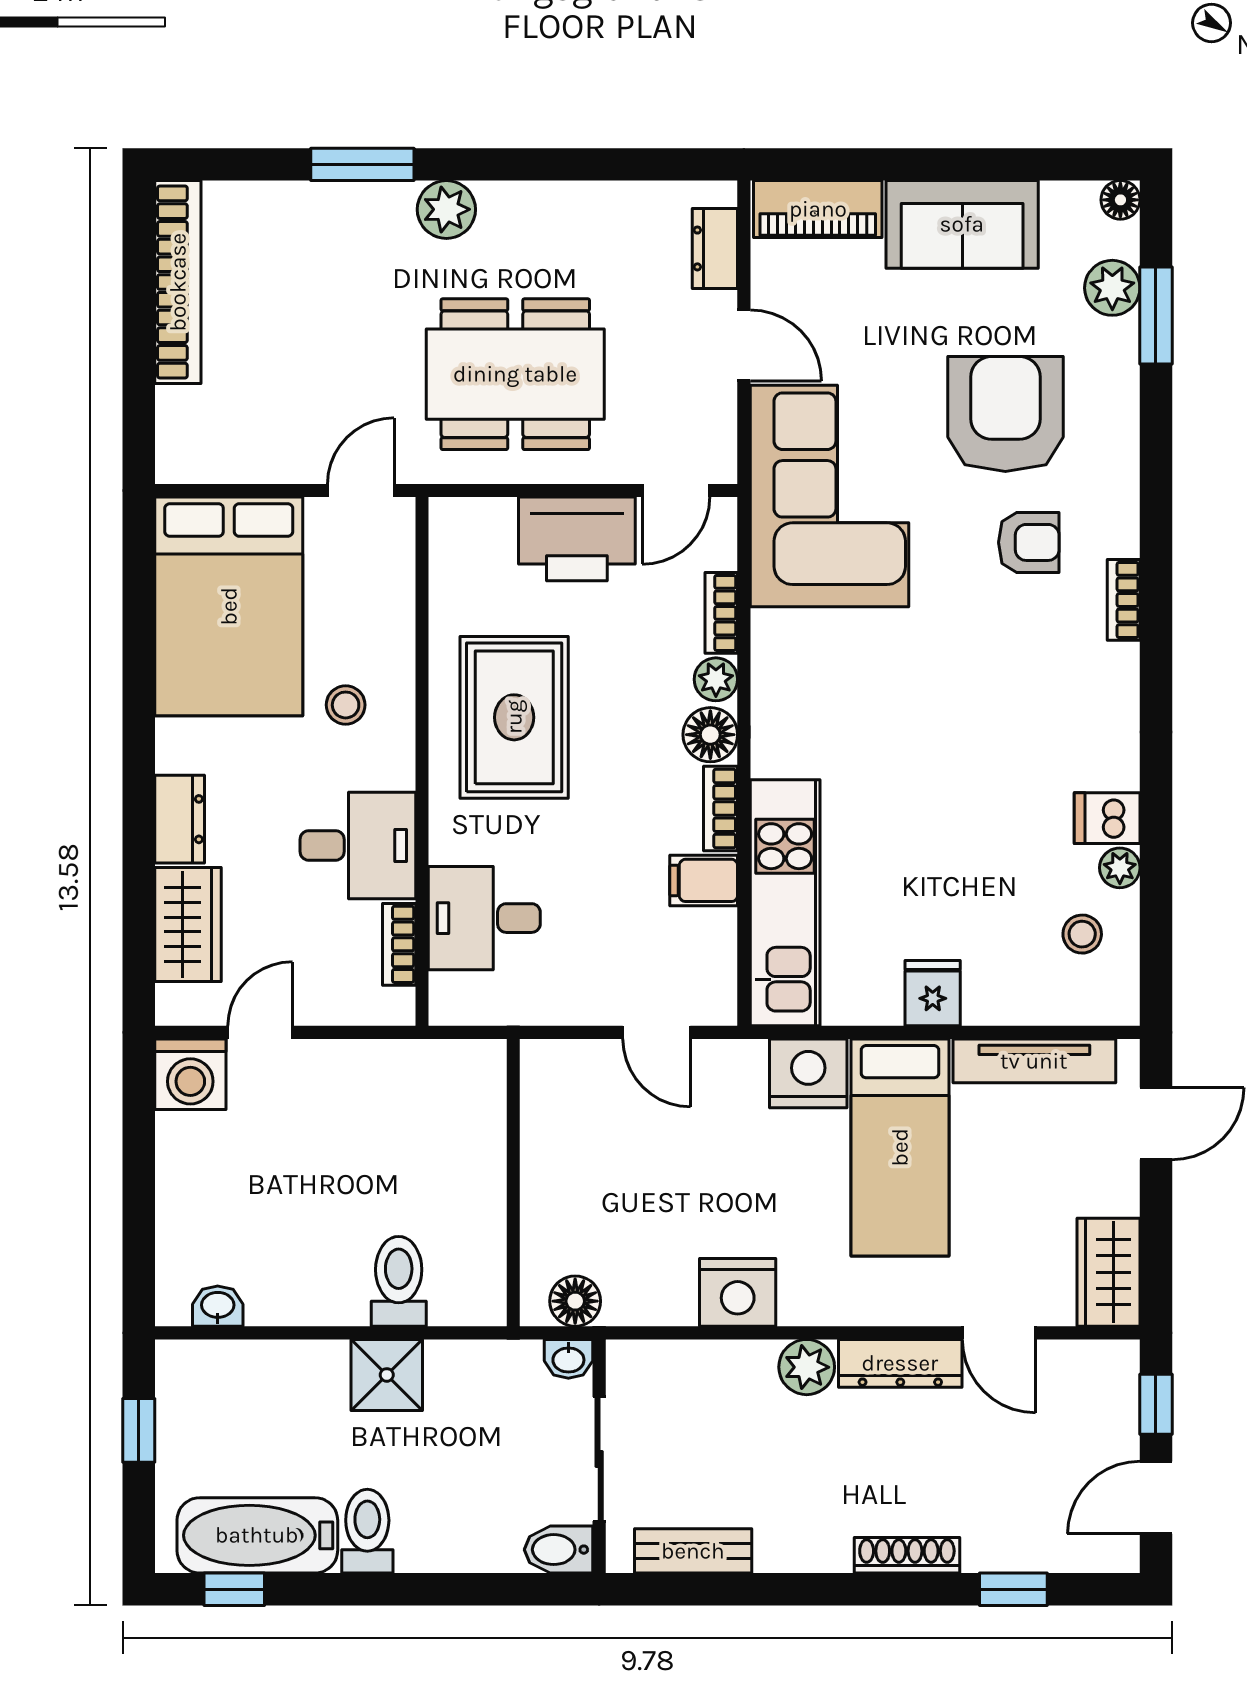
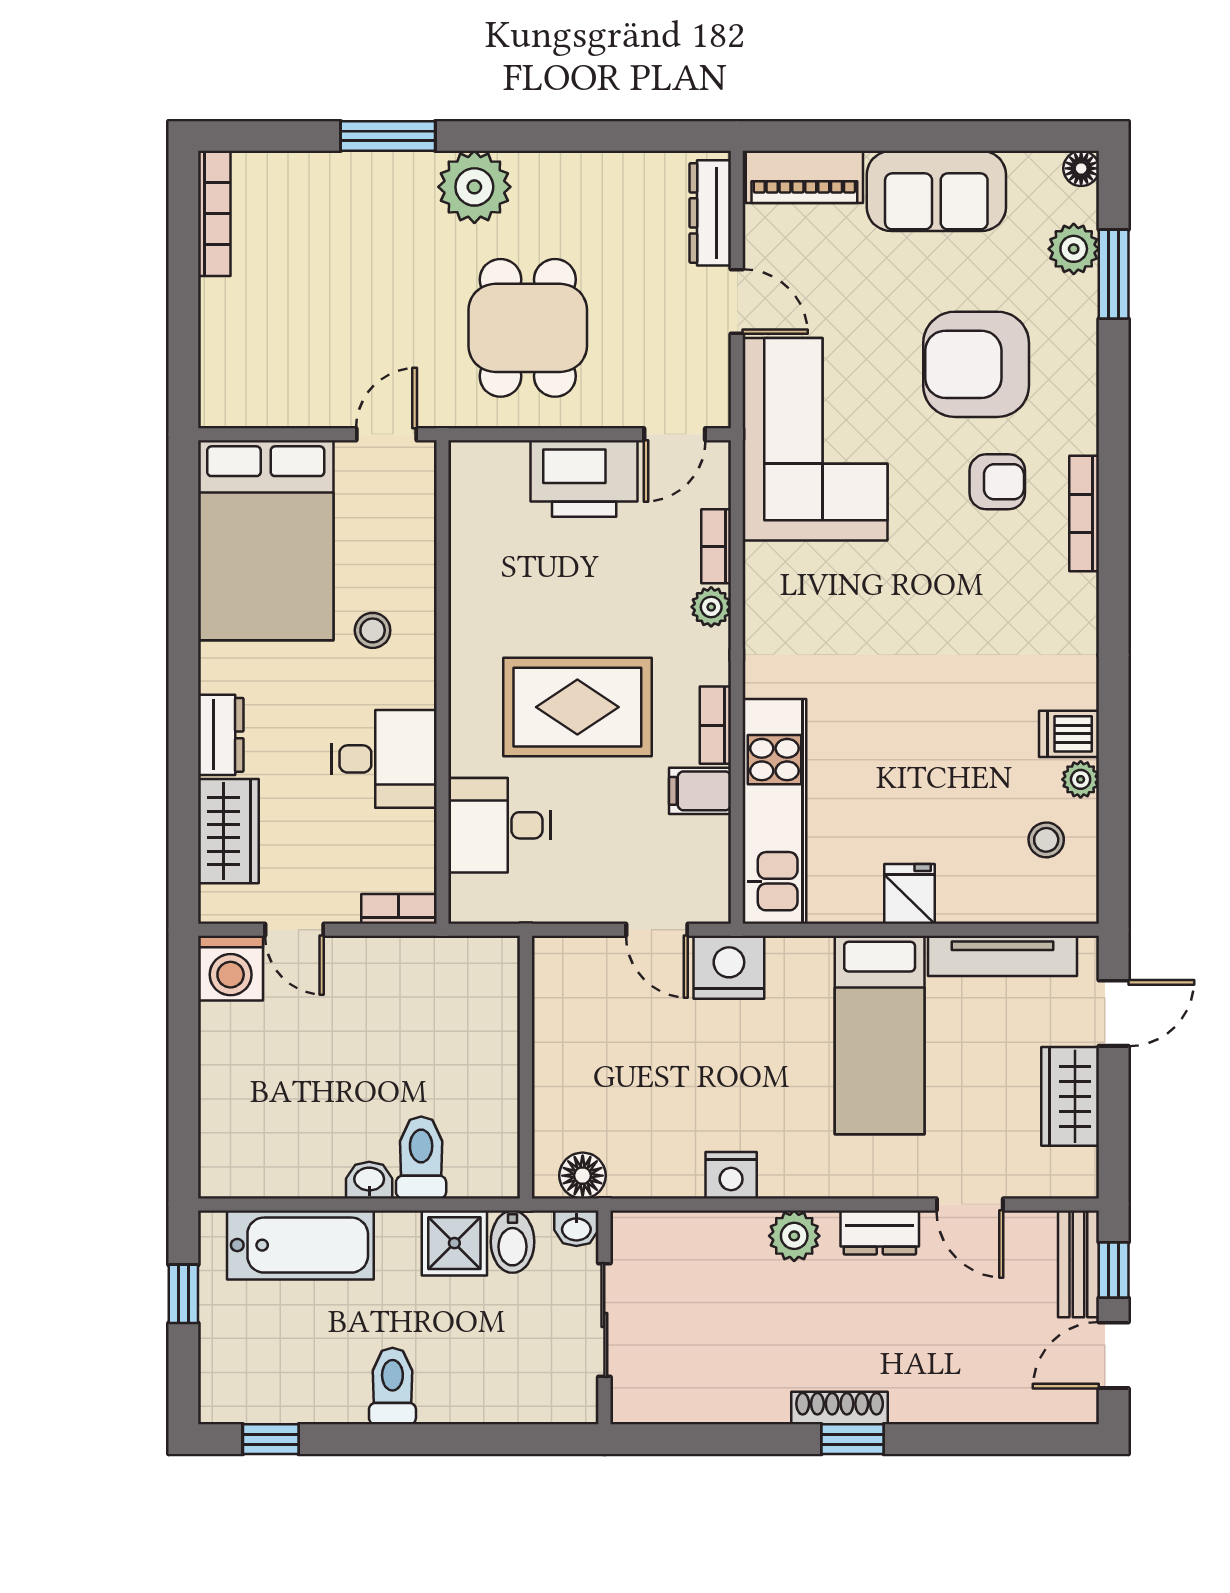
plant: (446, 209) -> (474, 187), width x1.36, depth x1.36
dresser: (715, 248) -> (710, 213), width x1.44
bookcase: (178, 282) -> (214, 213), width x0.68, depth x0.76
dining table: (515, 374) -> (528, 328), width x0.73
armchair: (1005, 414) -> (976, 364), turned -90
bookcase: (1124, 600) -> (1084, 514), width x1.56
rug: (514, 717) -> (577, 707), moved, turned 90
floor lamp: (710, 735) -> (706, 658), removed
bookcase: (399, 944) -> (399, 909), moved, turned 90
door: (260, 1032) -> (294, 930), swing flipped
nightstand: (808, 1073) -> (729, 967), moved
wardrobe: (1108, 1272) -> (1070, 1096), moved
nightstand: (738, 1292) -> (731, 1175), width x0.74, depth x0.75
washbasin: (218, 1306) -> (369, 1180), moved
dresser: (900, 1363) -> (880, 1233), width x0.70
shower: (387, 1375) -> (454, 1243), moved
bathtub: (257, 1535) -> (300, 1245), moved, turned 180
bidet: (558, 1550) -> (513, 1242), moved, turned -90
bench: (693, 1551) -> (1078, 1264), moved, turned 90
shoe rack: (907, 1555) -> (840, 1408), moved
window: (1013, 1589) -> (852, 1439), moved

